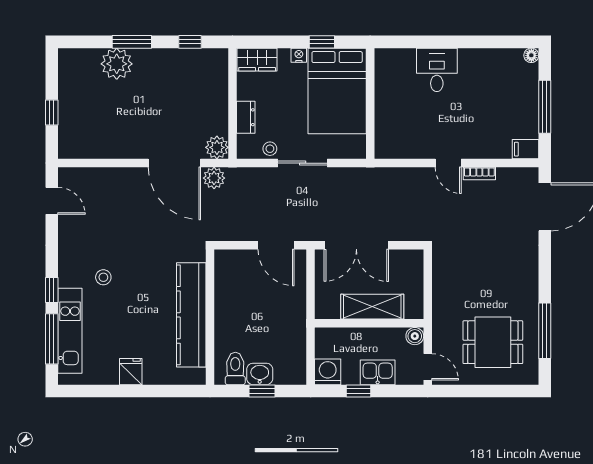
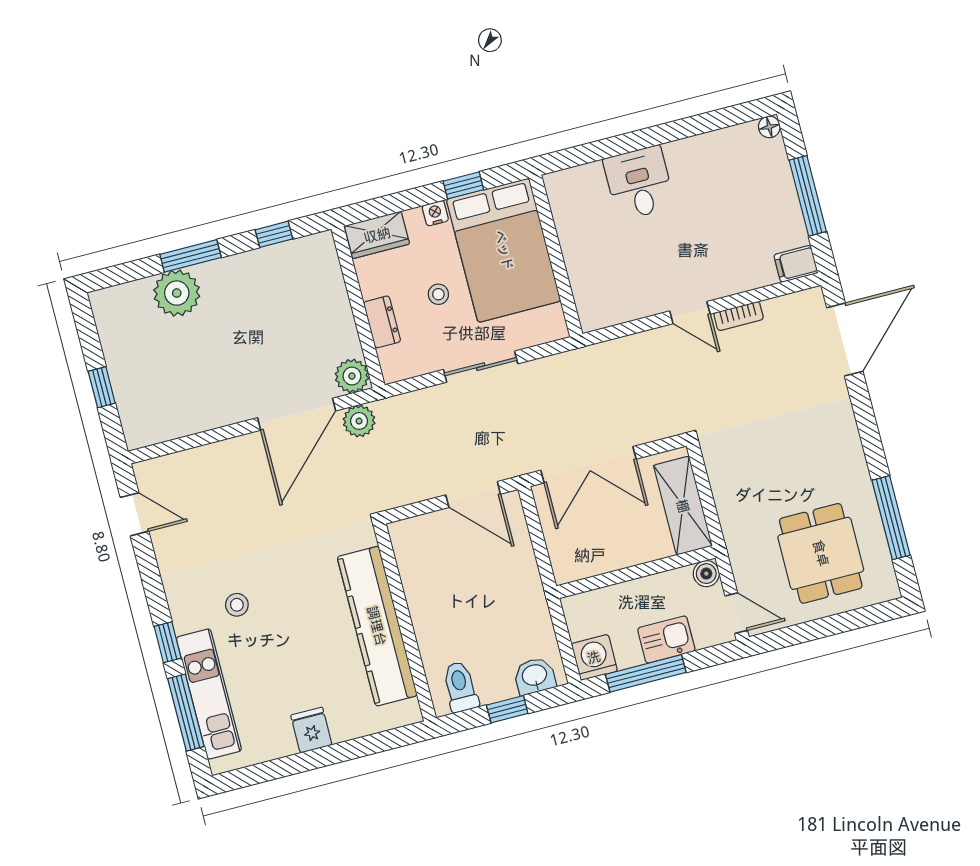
stool: (270, 149) -> (438, 294), moved
door: (174, 163) -> (297, 414), hinge flipped
shelving: (372, 307) -> (683, 506), moved, turned 90
dining table: (493, 342) -> (821, 553), turned 90
washbasin: (260, 374) -> (535, 676), moved
window: (358, 391) -> (646, 673), width x2.17

